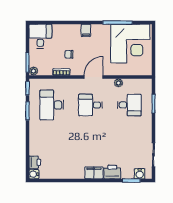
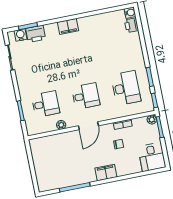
filing cabinet: (86, 30) -> (106, 173), width x2.00
corner desk: (130, 44) -> (57, 168), removed
desk: (129, 105) -> (45, 104), turned 180
printer: (112, 172) -> (36, 34), moved

